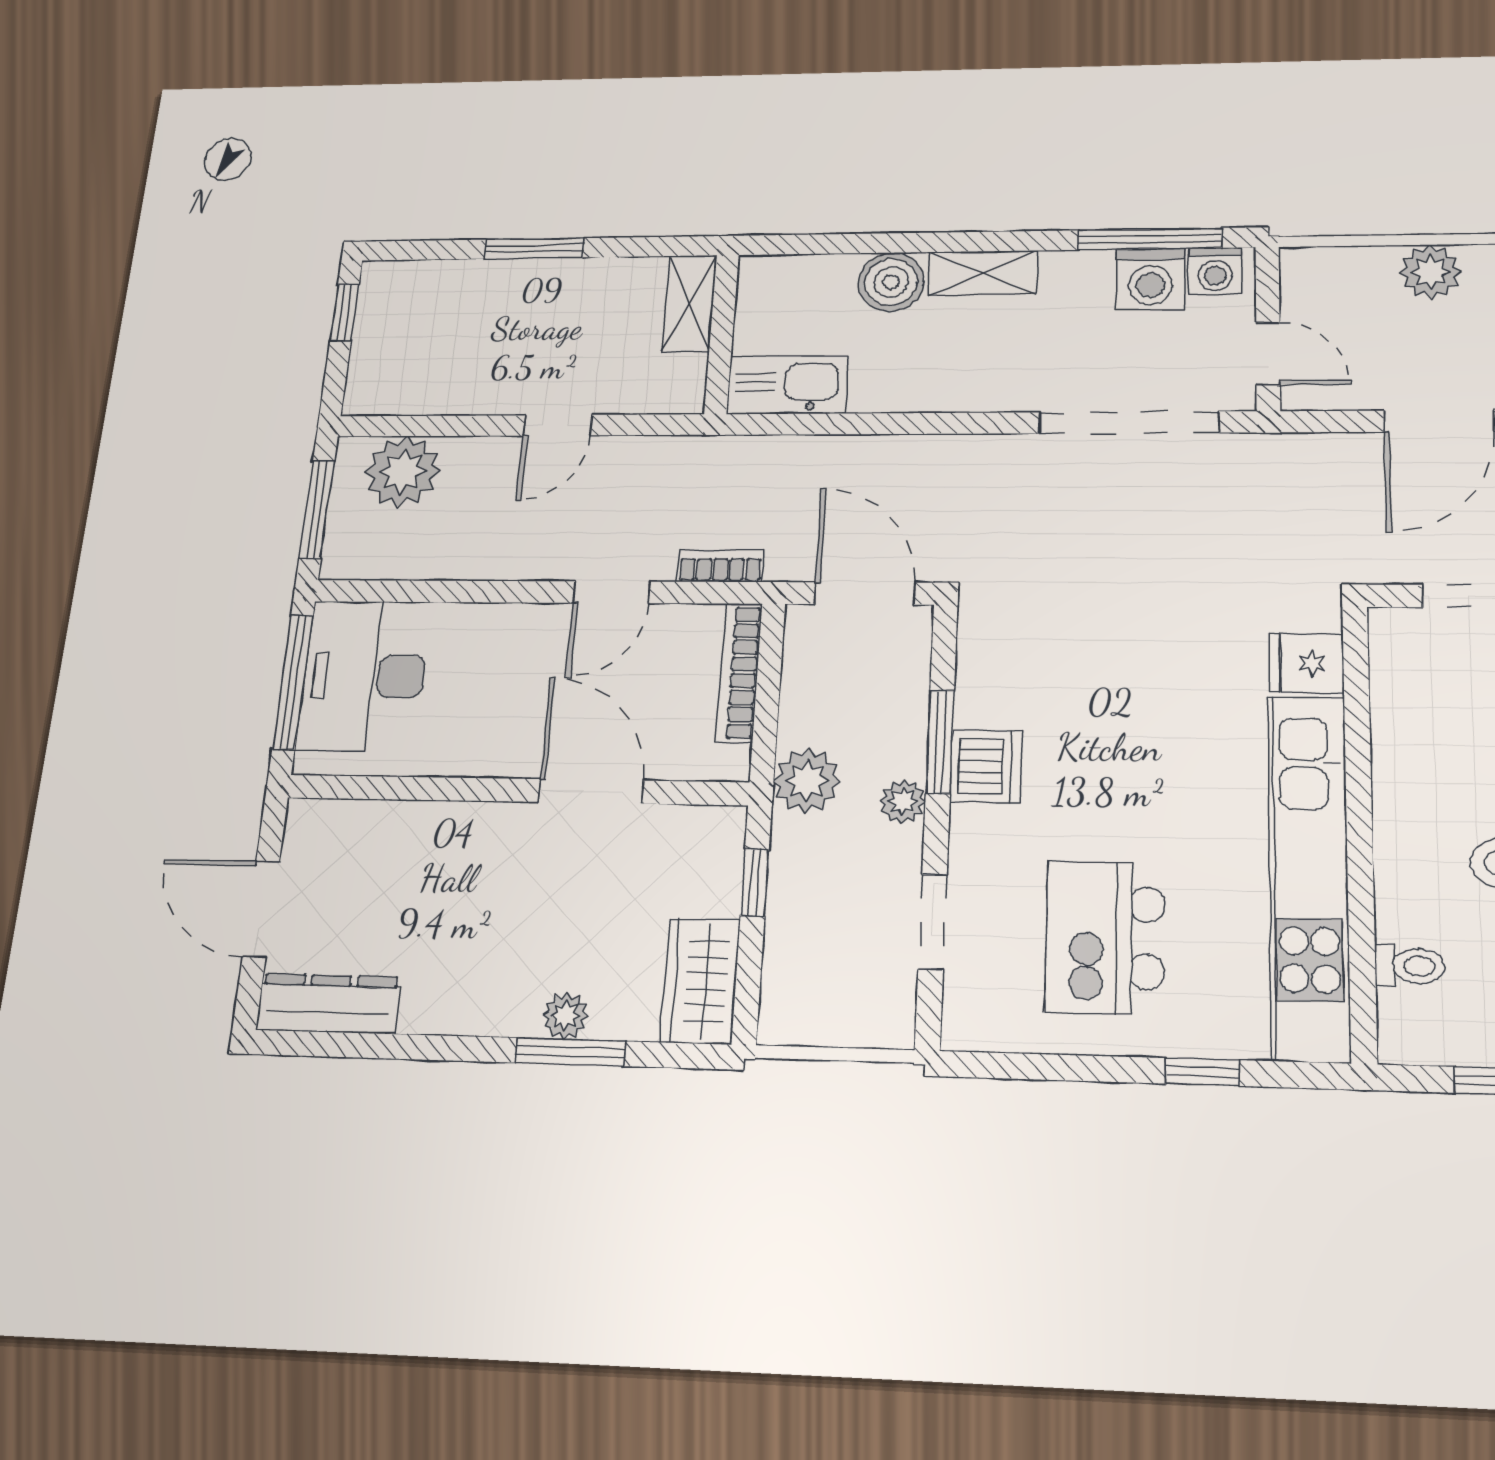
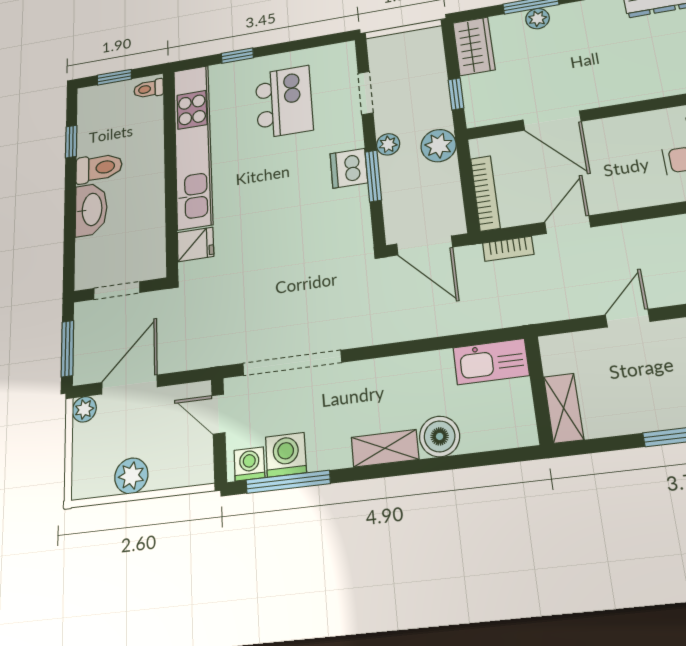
toilet: (1410, 966) -> (149, 89), moved

